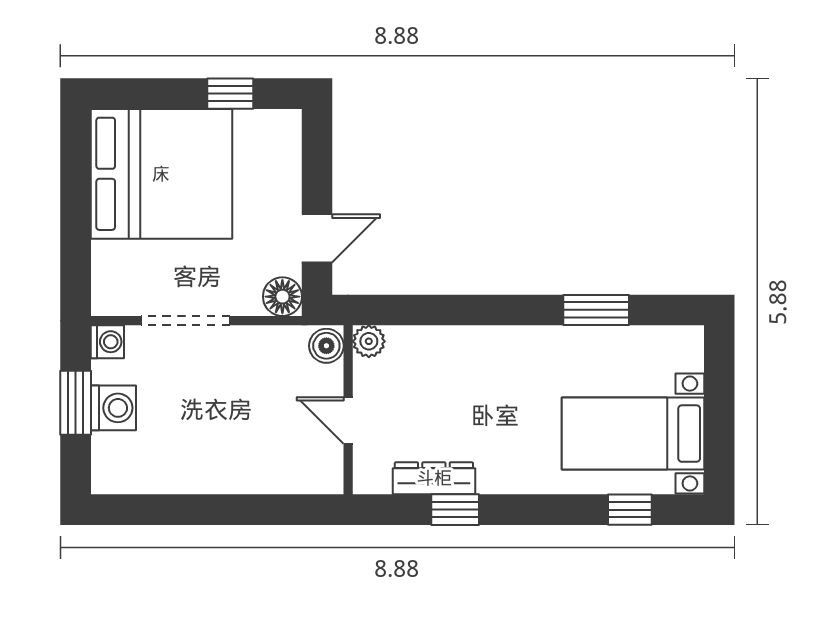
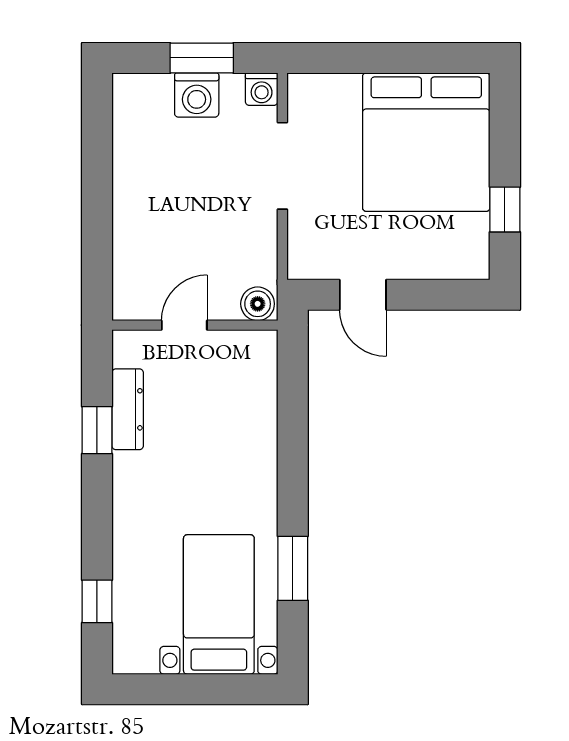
floor lamp: (282, 297) -> (306, 261), removed
plant: (369, 341) -> (262, 345), removed
bed with nightstands: (633, 434) -> (219, 605), moved

